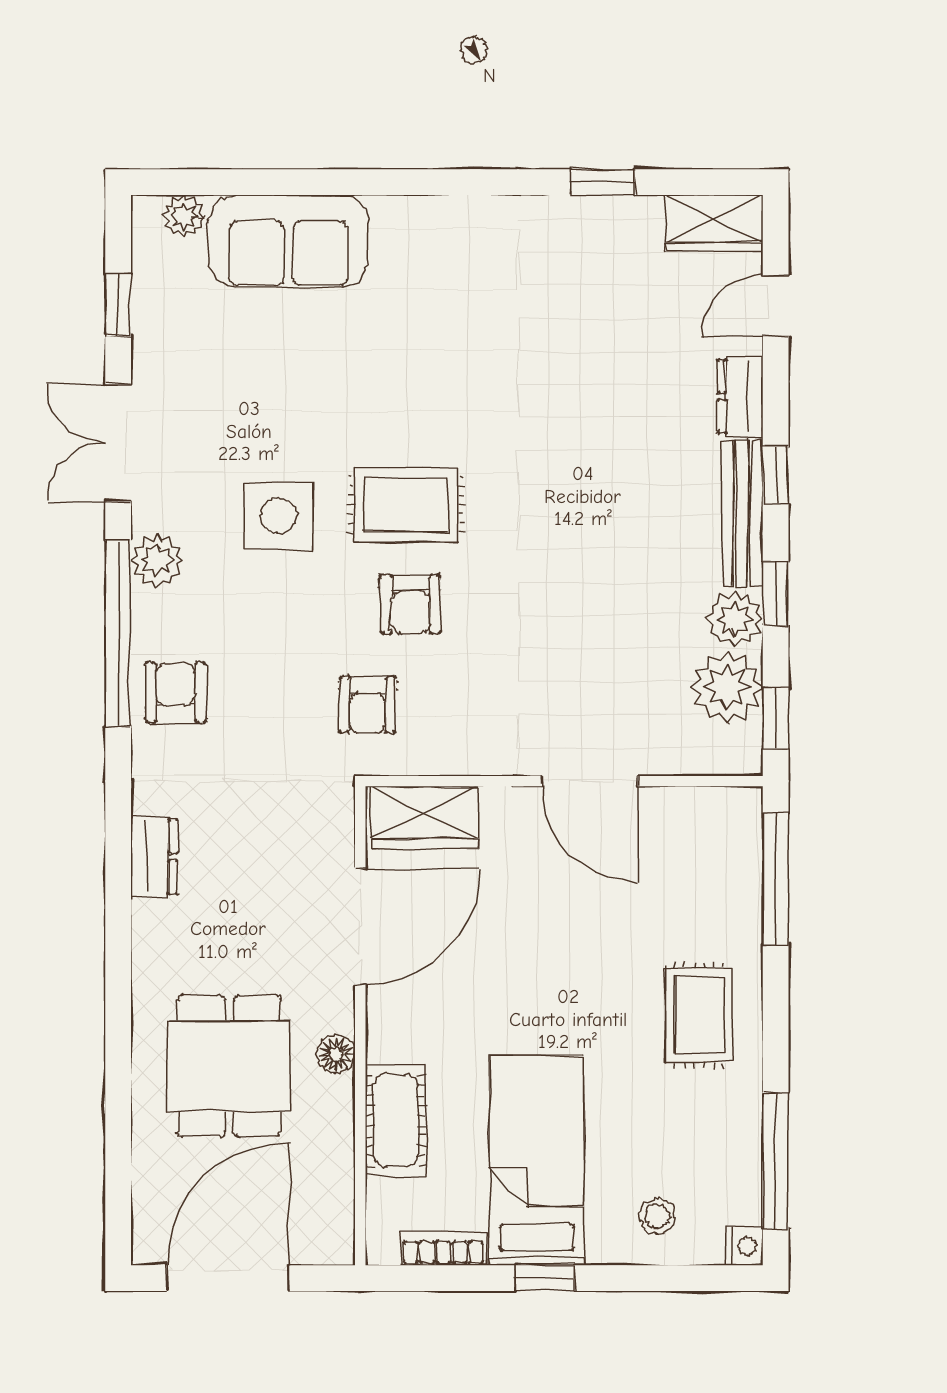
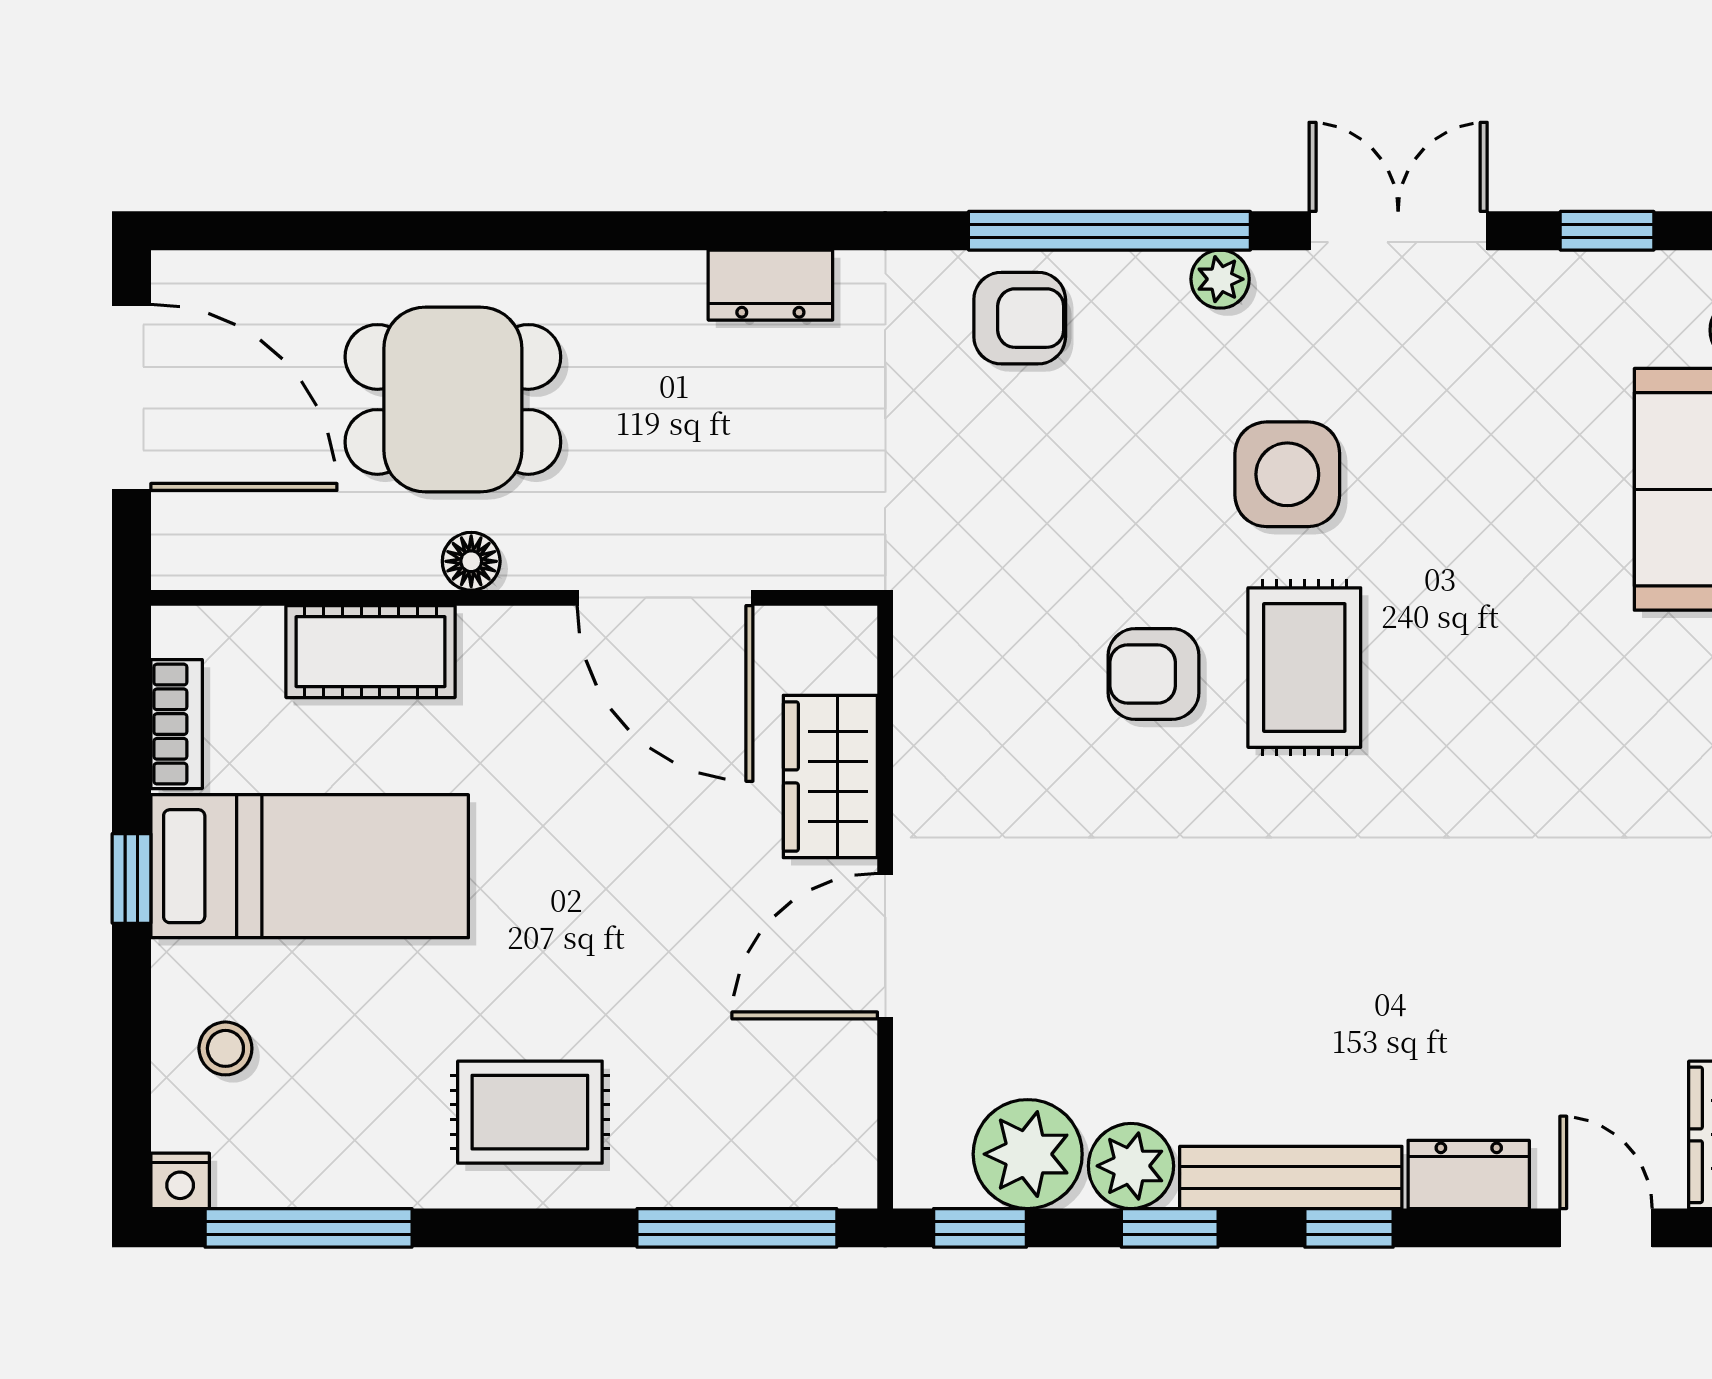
plant: (157, 560) -> (1220, 279), width x0.73, depth x0.73
armchair: (367, 705) -> (1001, 609), removed
wardrobe: (425, 817) -> (830, 776), moved

